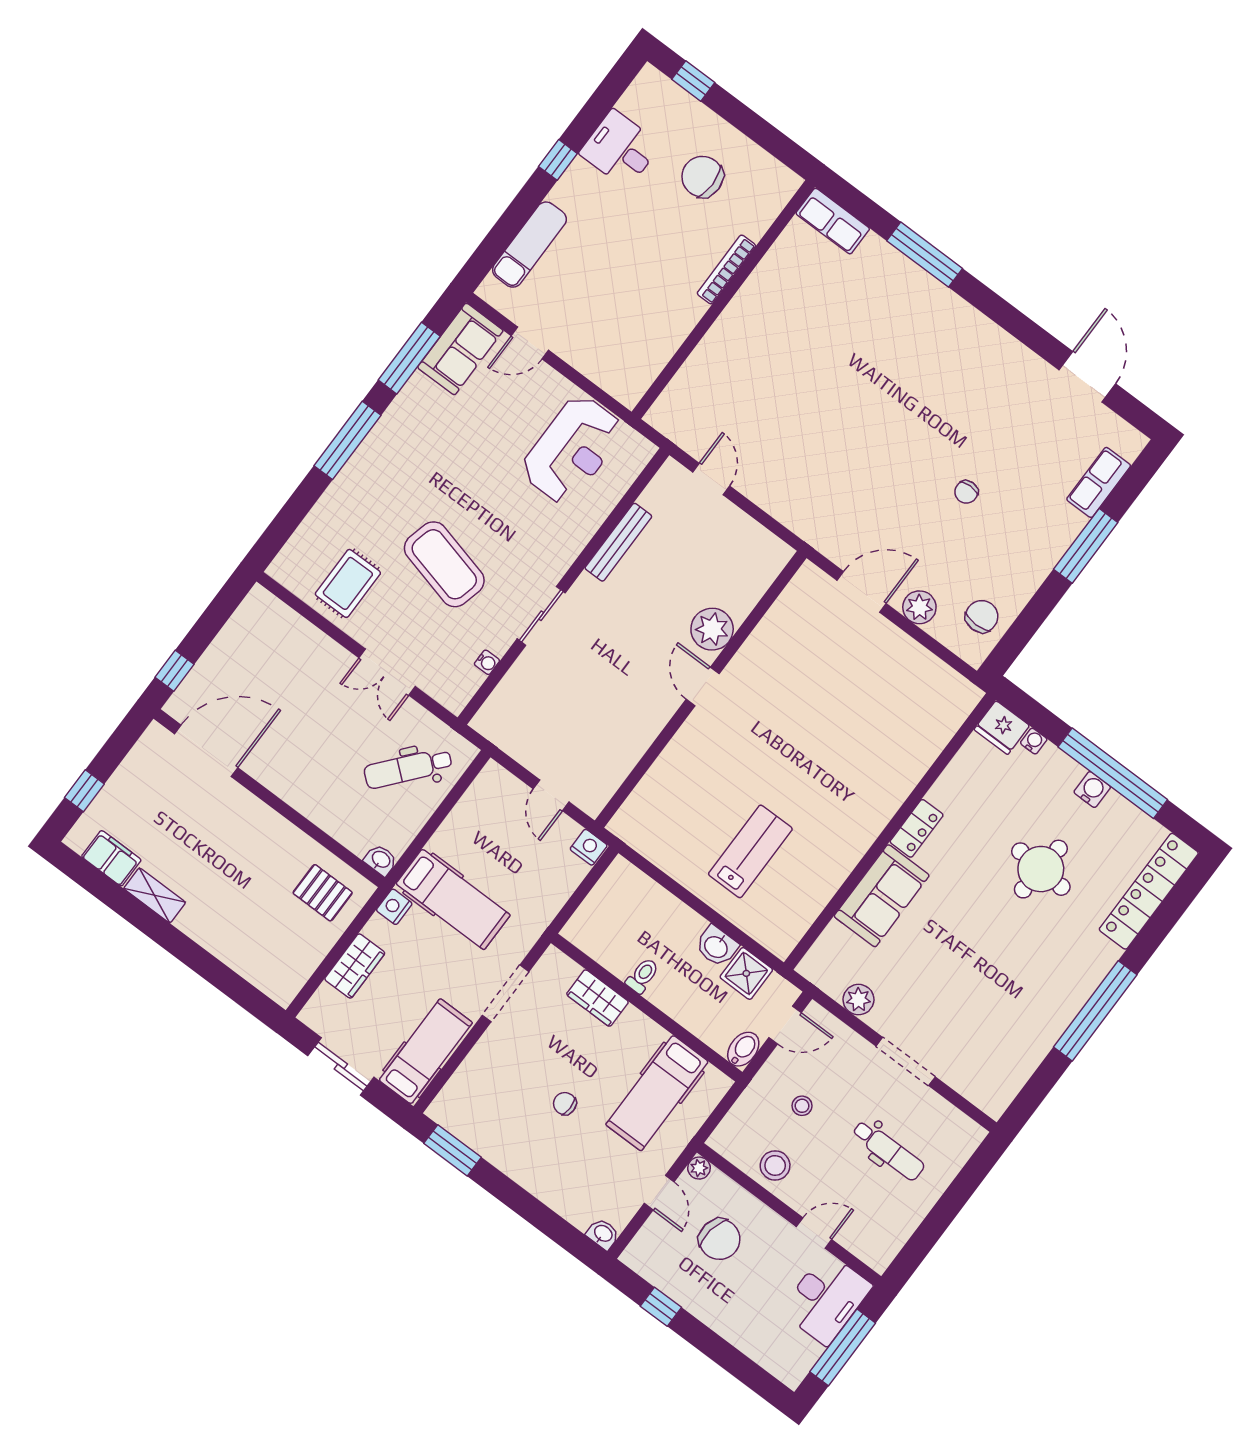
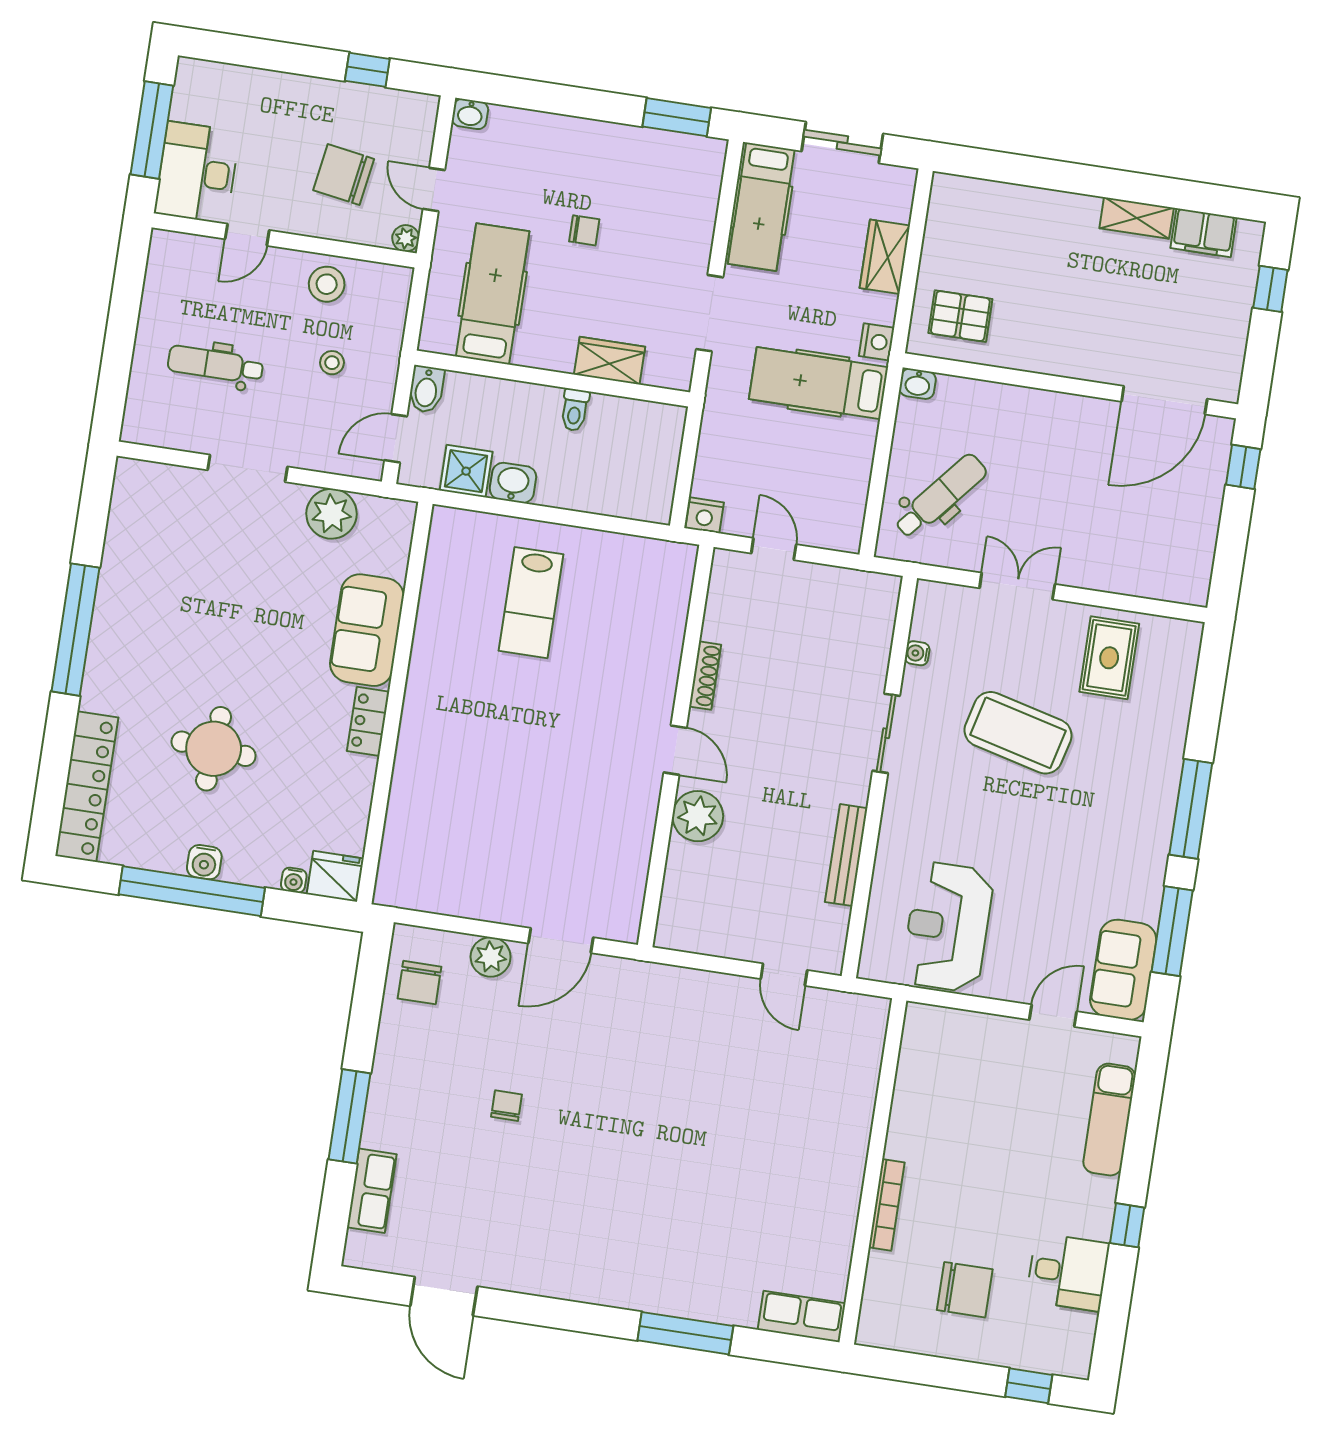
shoe rack: (651, 729) -> (705, 676), added
plant: (858, 1000) -> (331, 514), width x1.36, depth x1.36

